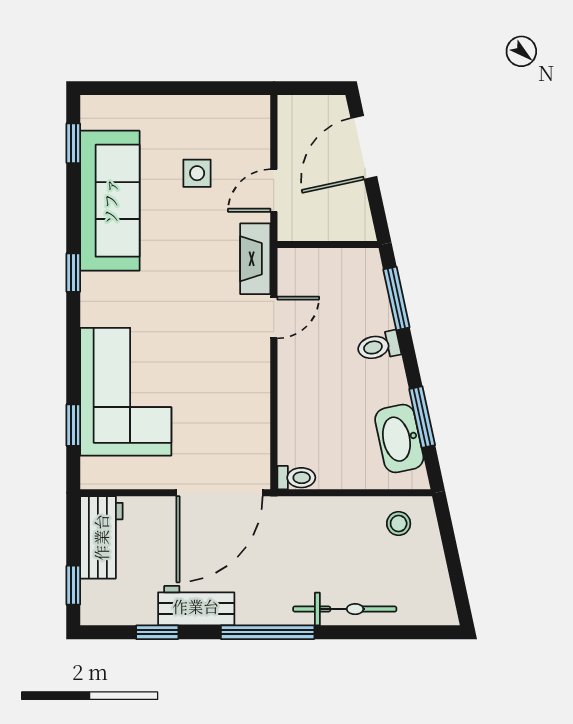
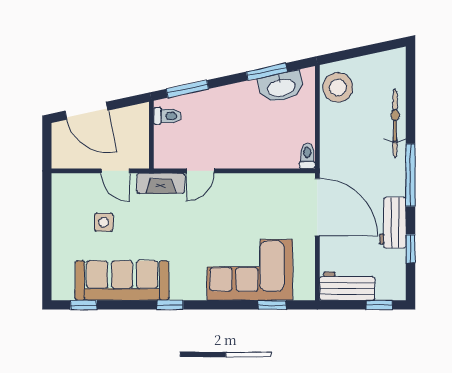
door: (274, 317) -> (200, 171), swing flipped
toilet: (379, 346) -> (167, 116), moved, turned -78
stool: (399, 524) -> (338, 87), width x1.89, depth x1.89

